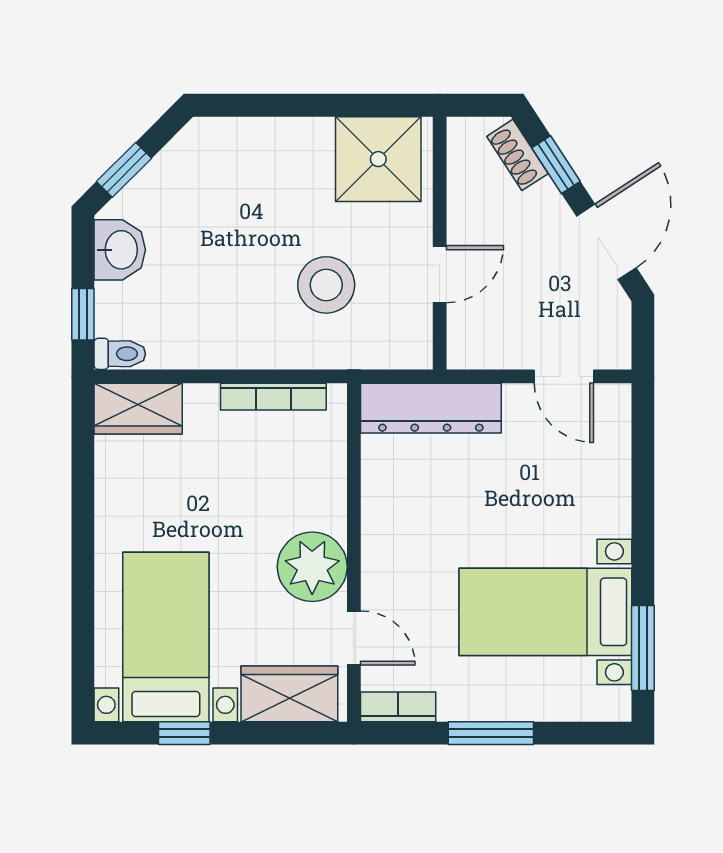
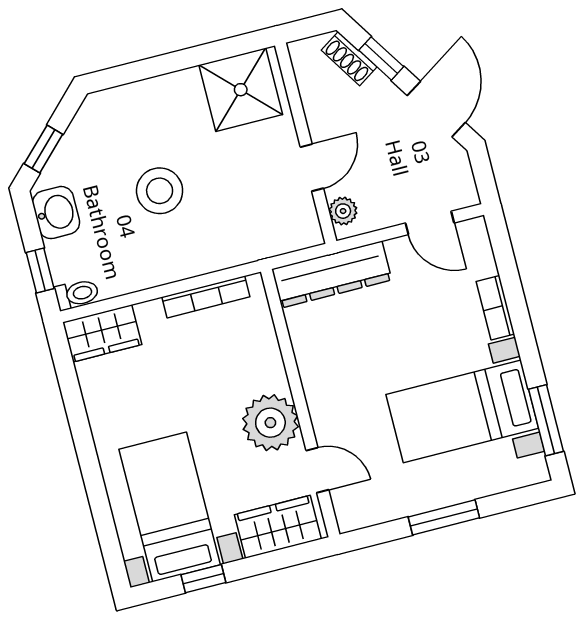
stool: (326, 285) -> (160, 191), moved
plant: (464, 336) -> (343, 211), added
bookcase: (398, 707) -> (495, 308), moved, turned -90

